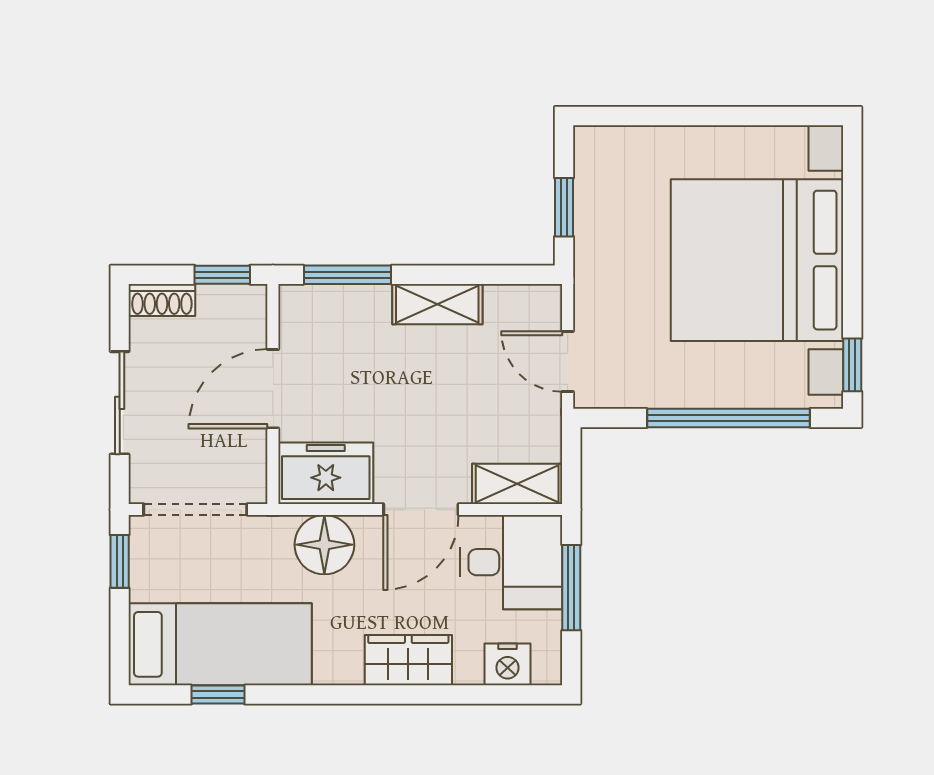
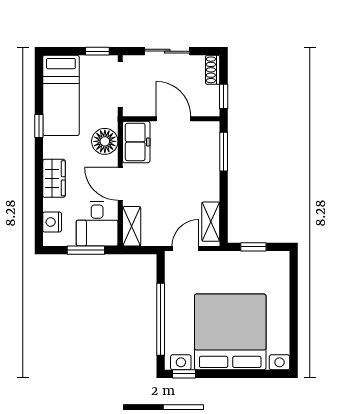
shelving: (437, 304) -> (211, 222), moved
window: (218, 695) -> (39, 126), moved

